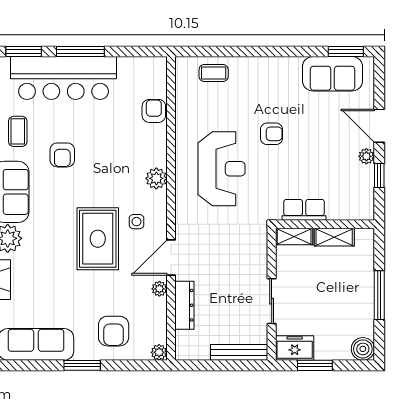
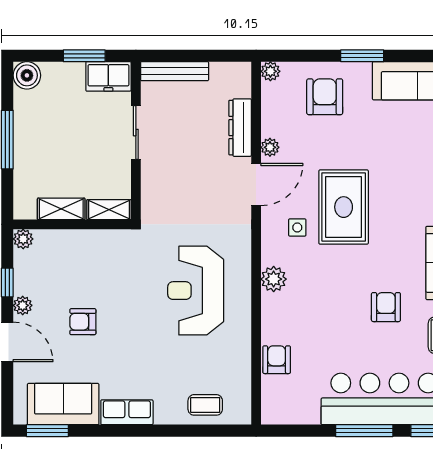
armchair: (154, 111) -> (277, 360), turned 180
armchair: (271, 134) -> (83, 322), moved
row of seats: (304, 210) -> (127, 412), moved, turned 180
plant: (366, 212) -> (23, 239), added

